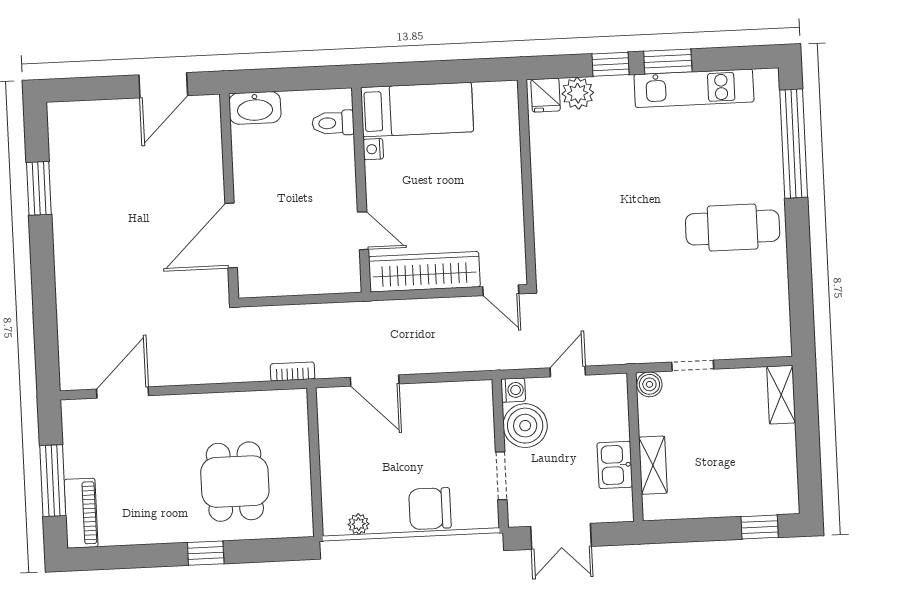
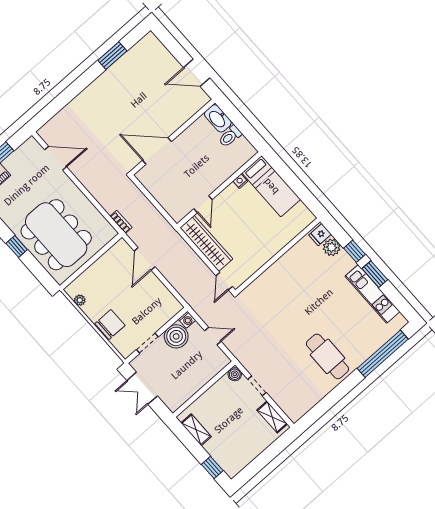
toilet: (333, 123) -> (230, 136), moved, turned -90
shelving: (781, 395) -> (272, 417), moved, turned 90
kitchen sink: (615, 465) -> (190, 387), removed
shelving: (653, 465) -> (196, 430), moved, turned 90
dining table: (235, 482) -> (56, 235), width x1.88, depth x1.24
chair: (430, 509) -> (110, 325), turned 90

